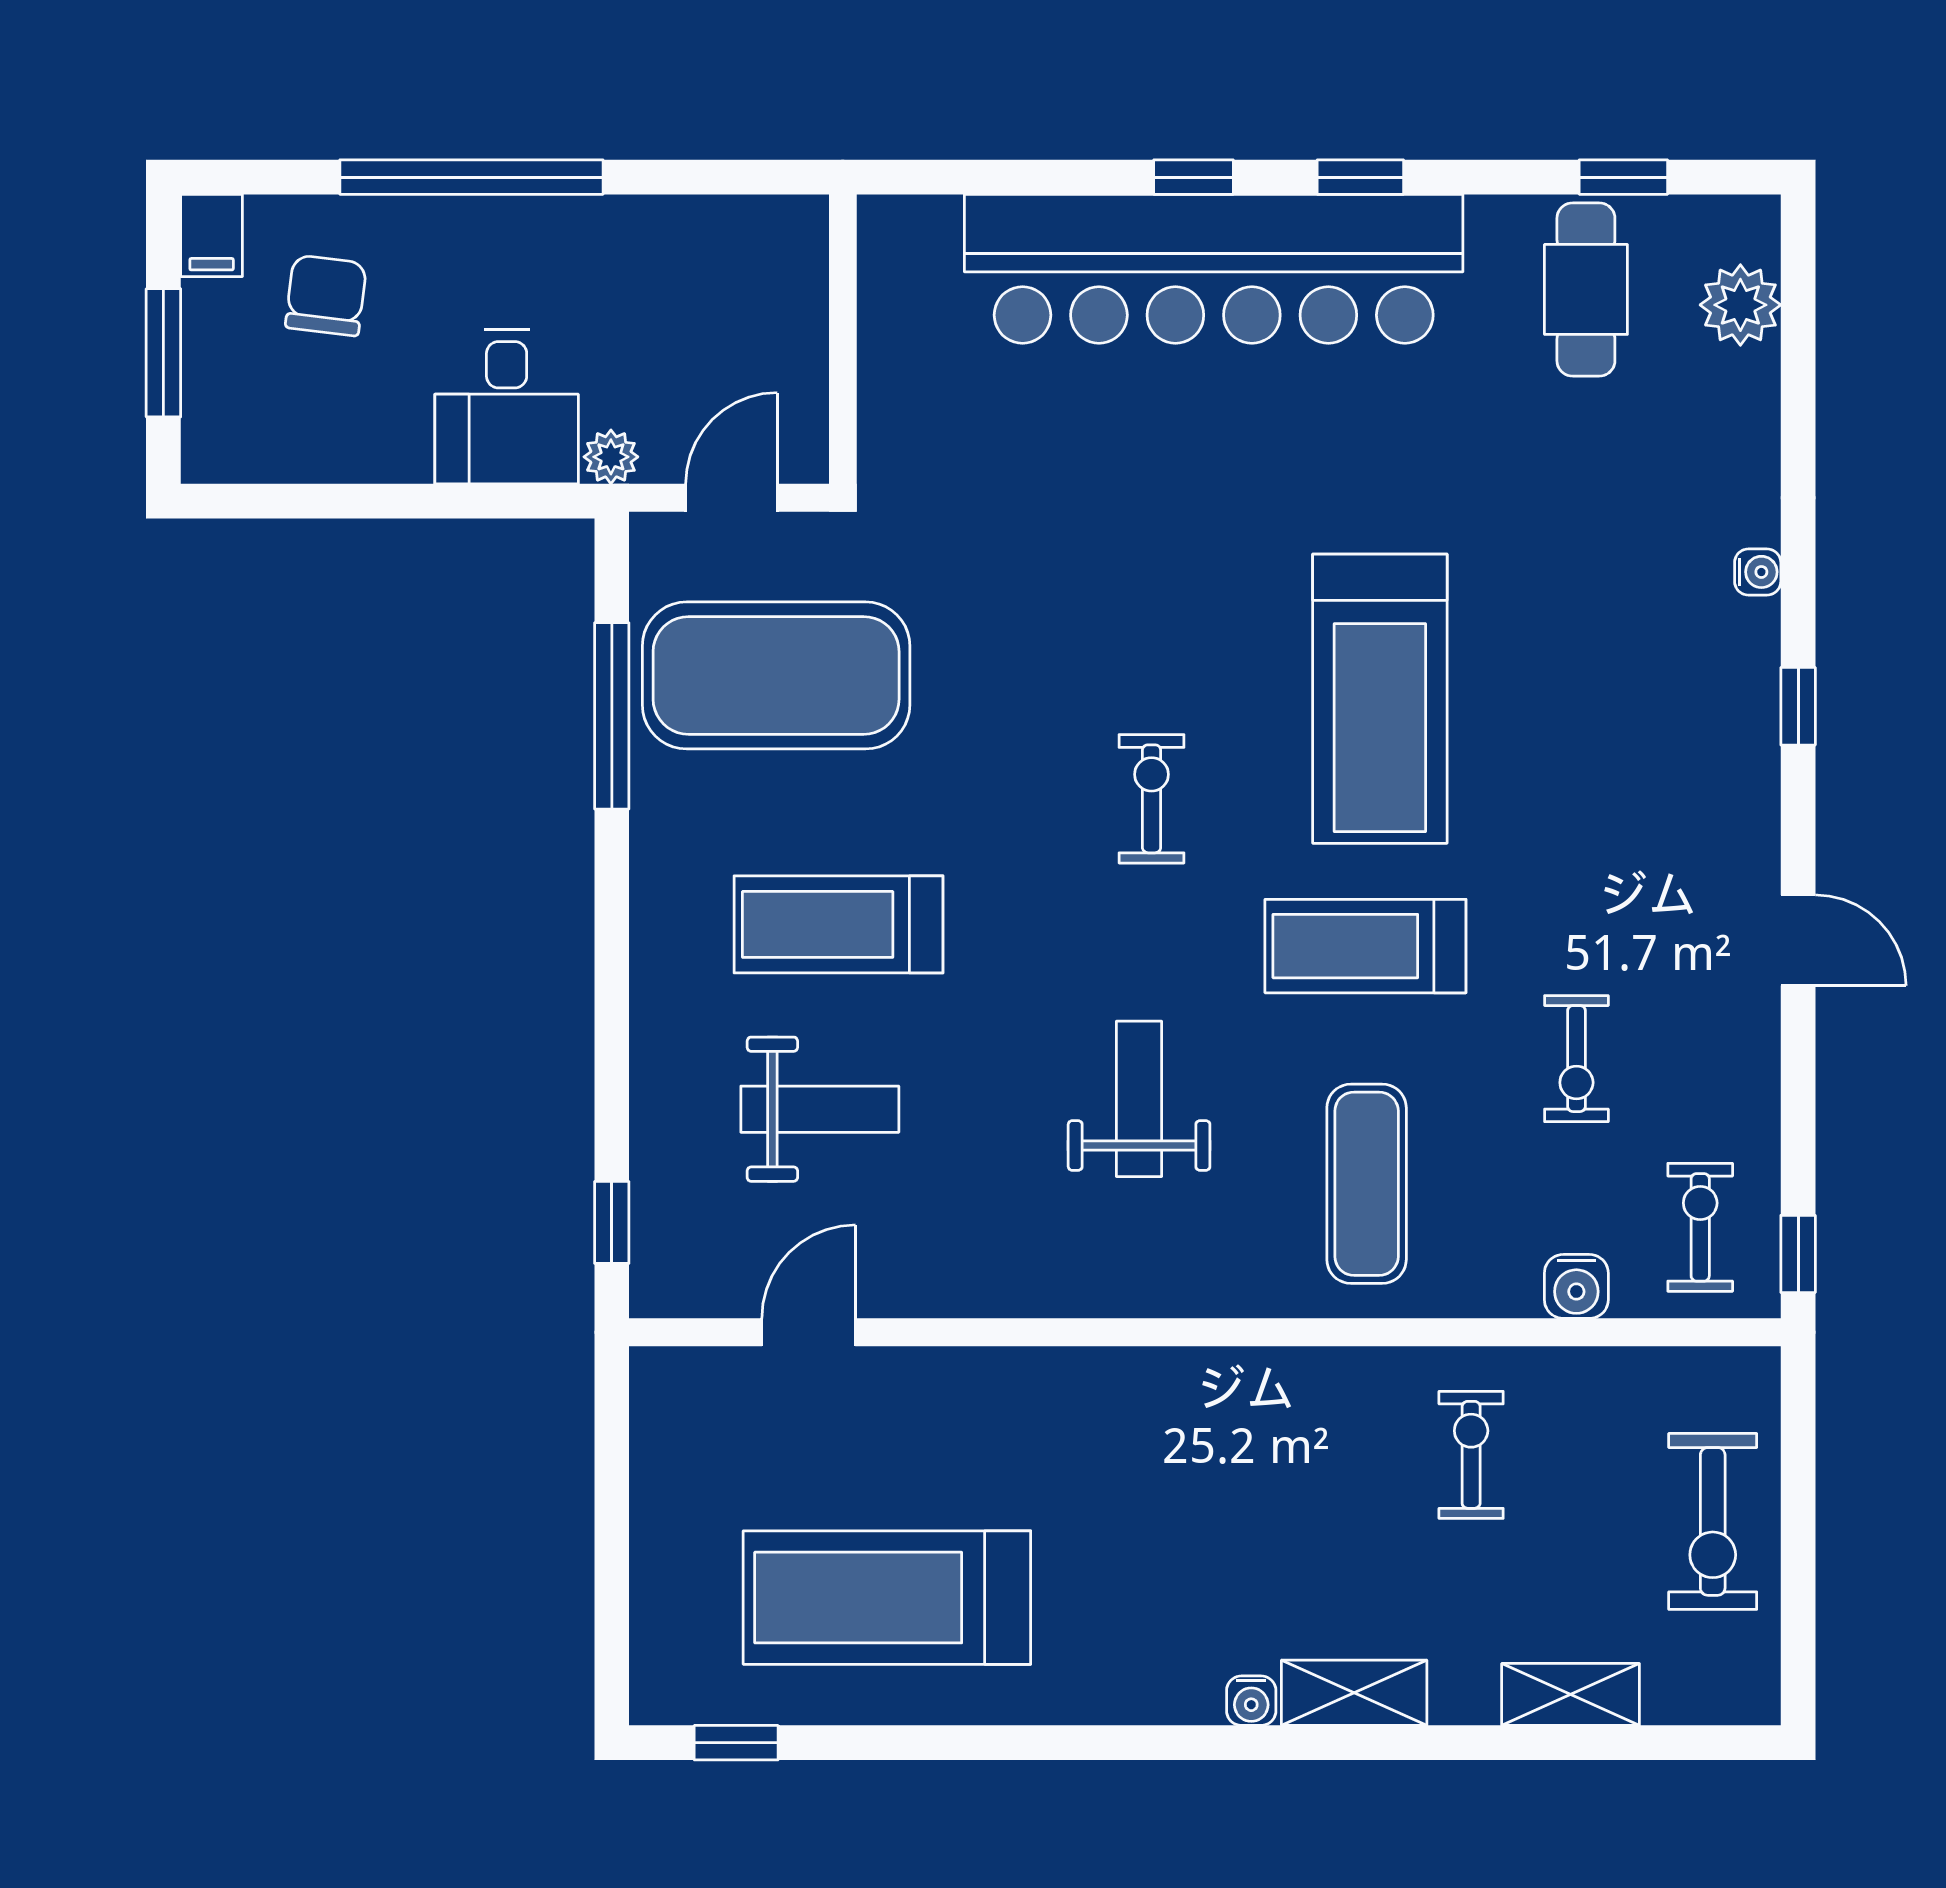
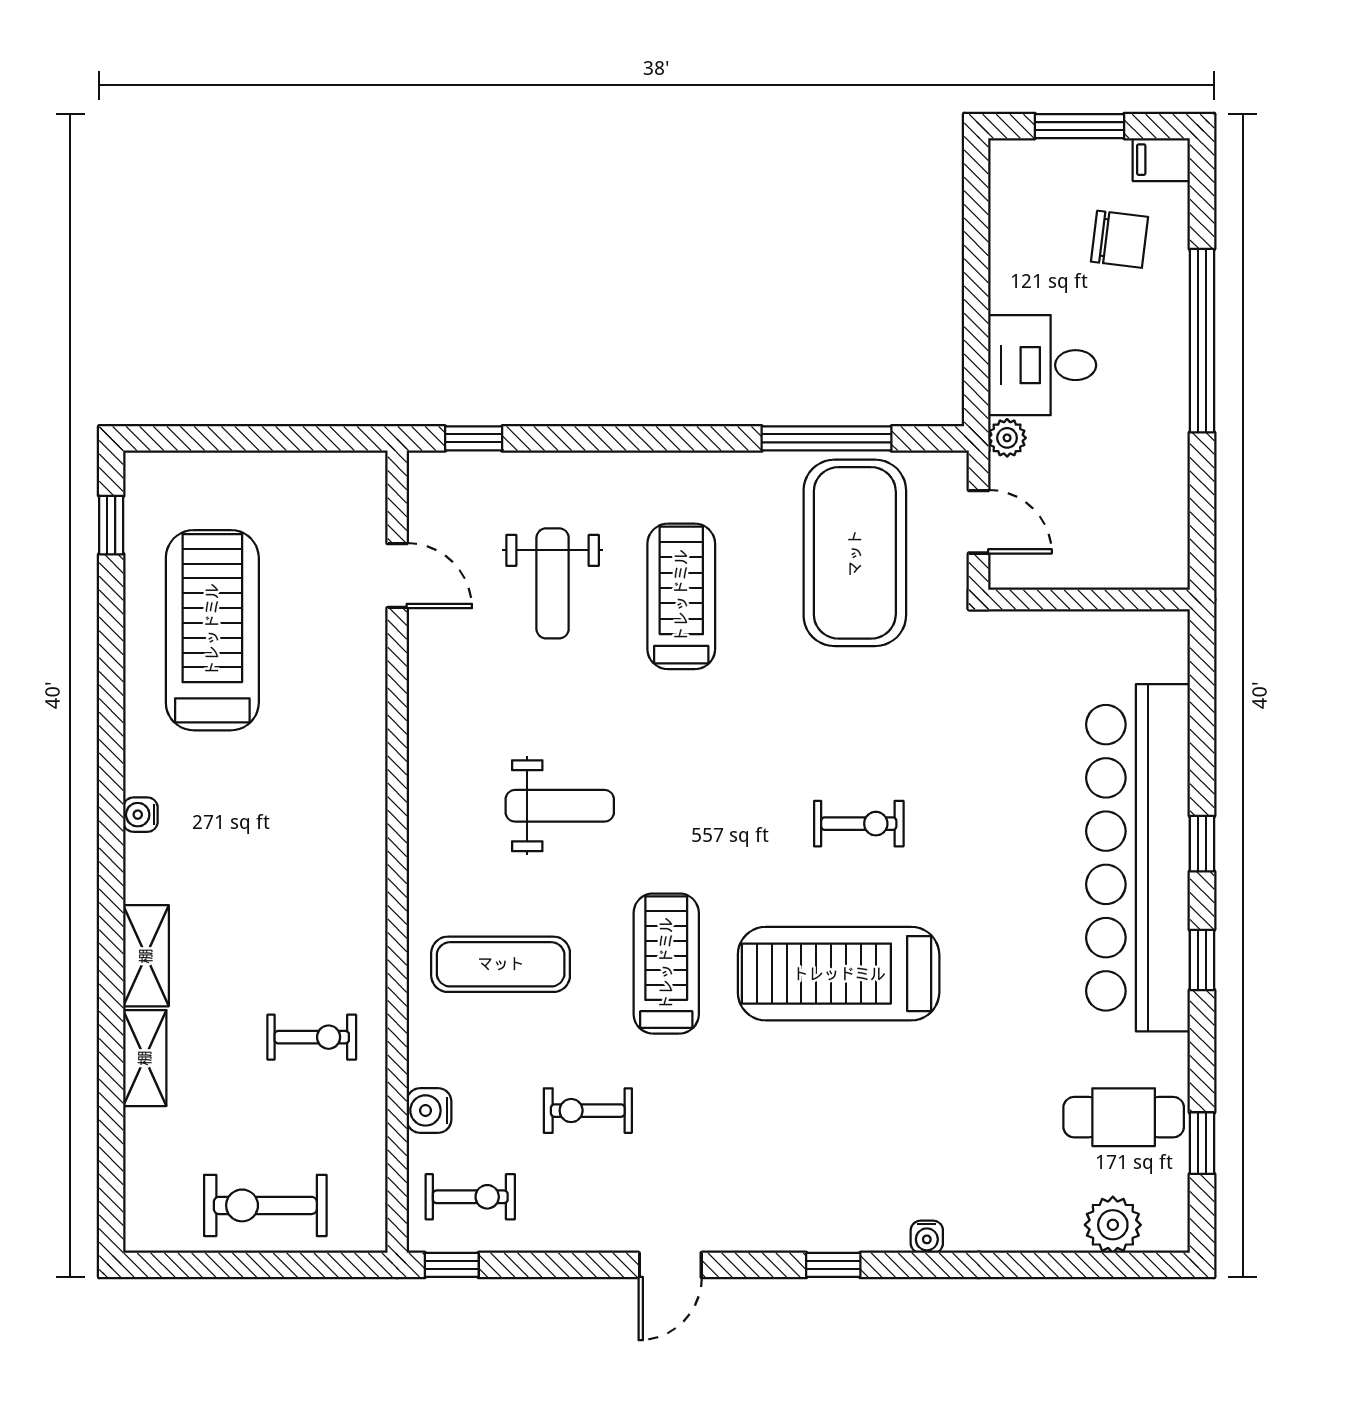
exercise bike: (1152, 799) -> (859, 824), moved
shelving: (1571, 1694) -> (145, 1058), moved
water cooler: (1251, 1701) -> (140, 815), moved

